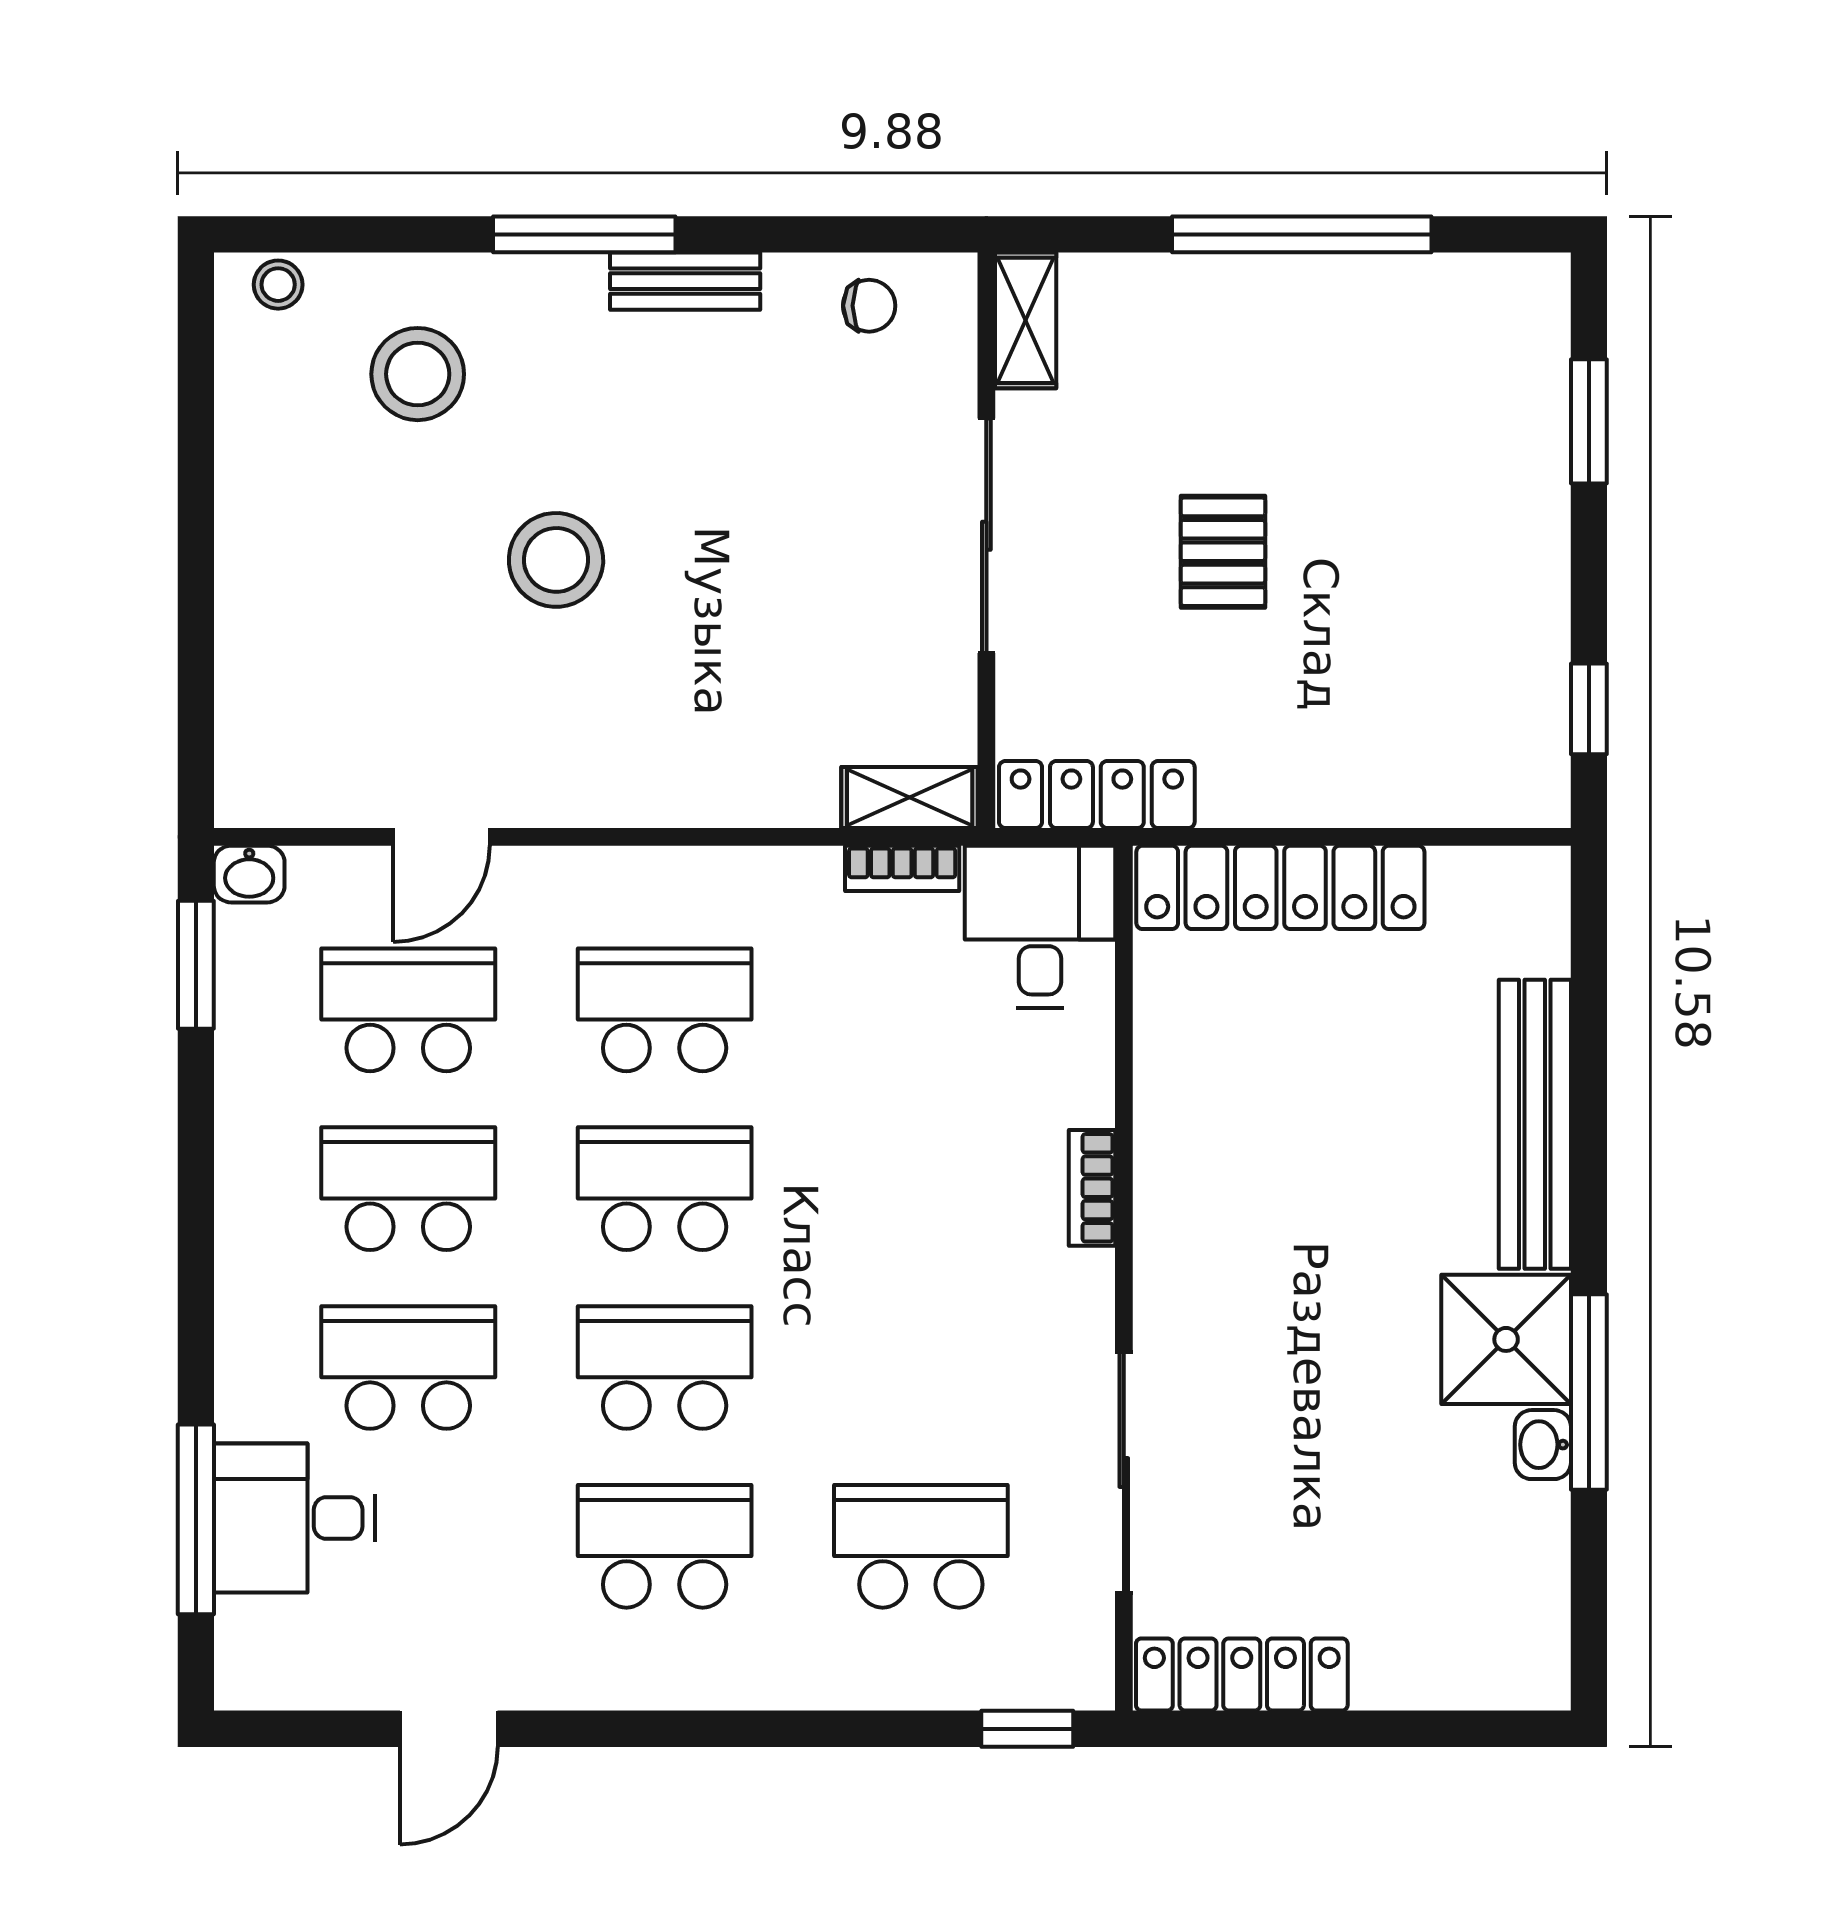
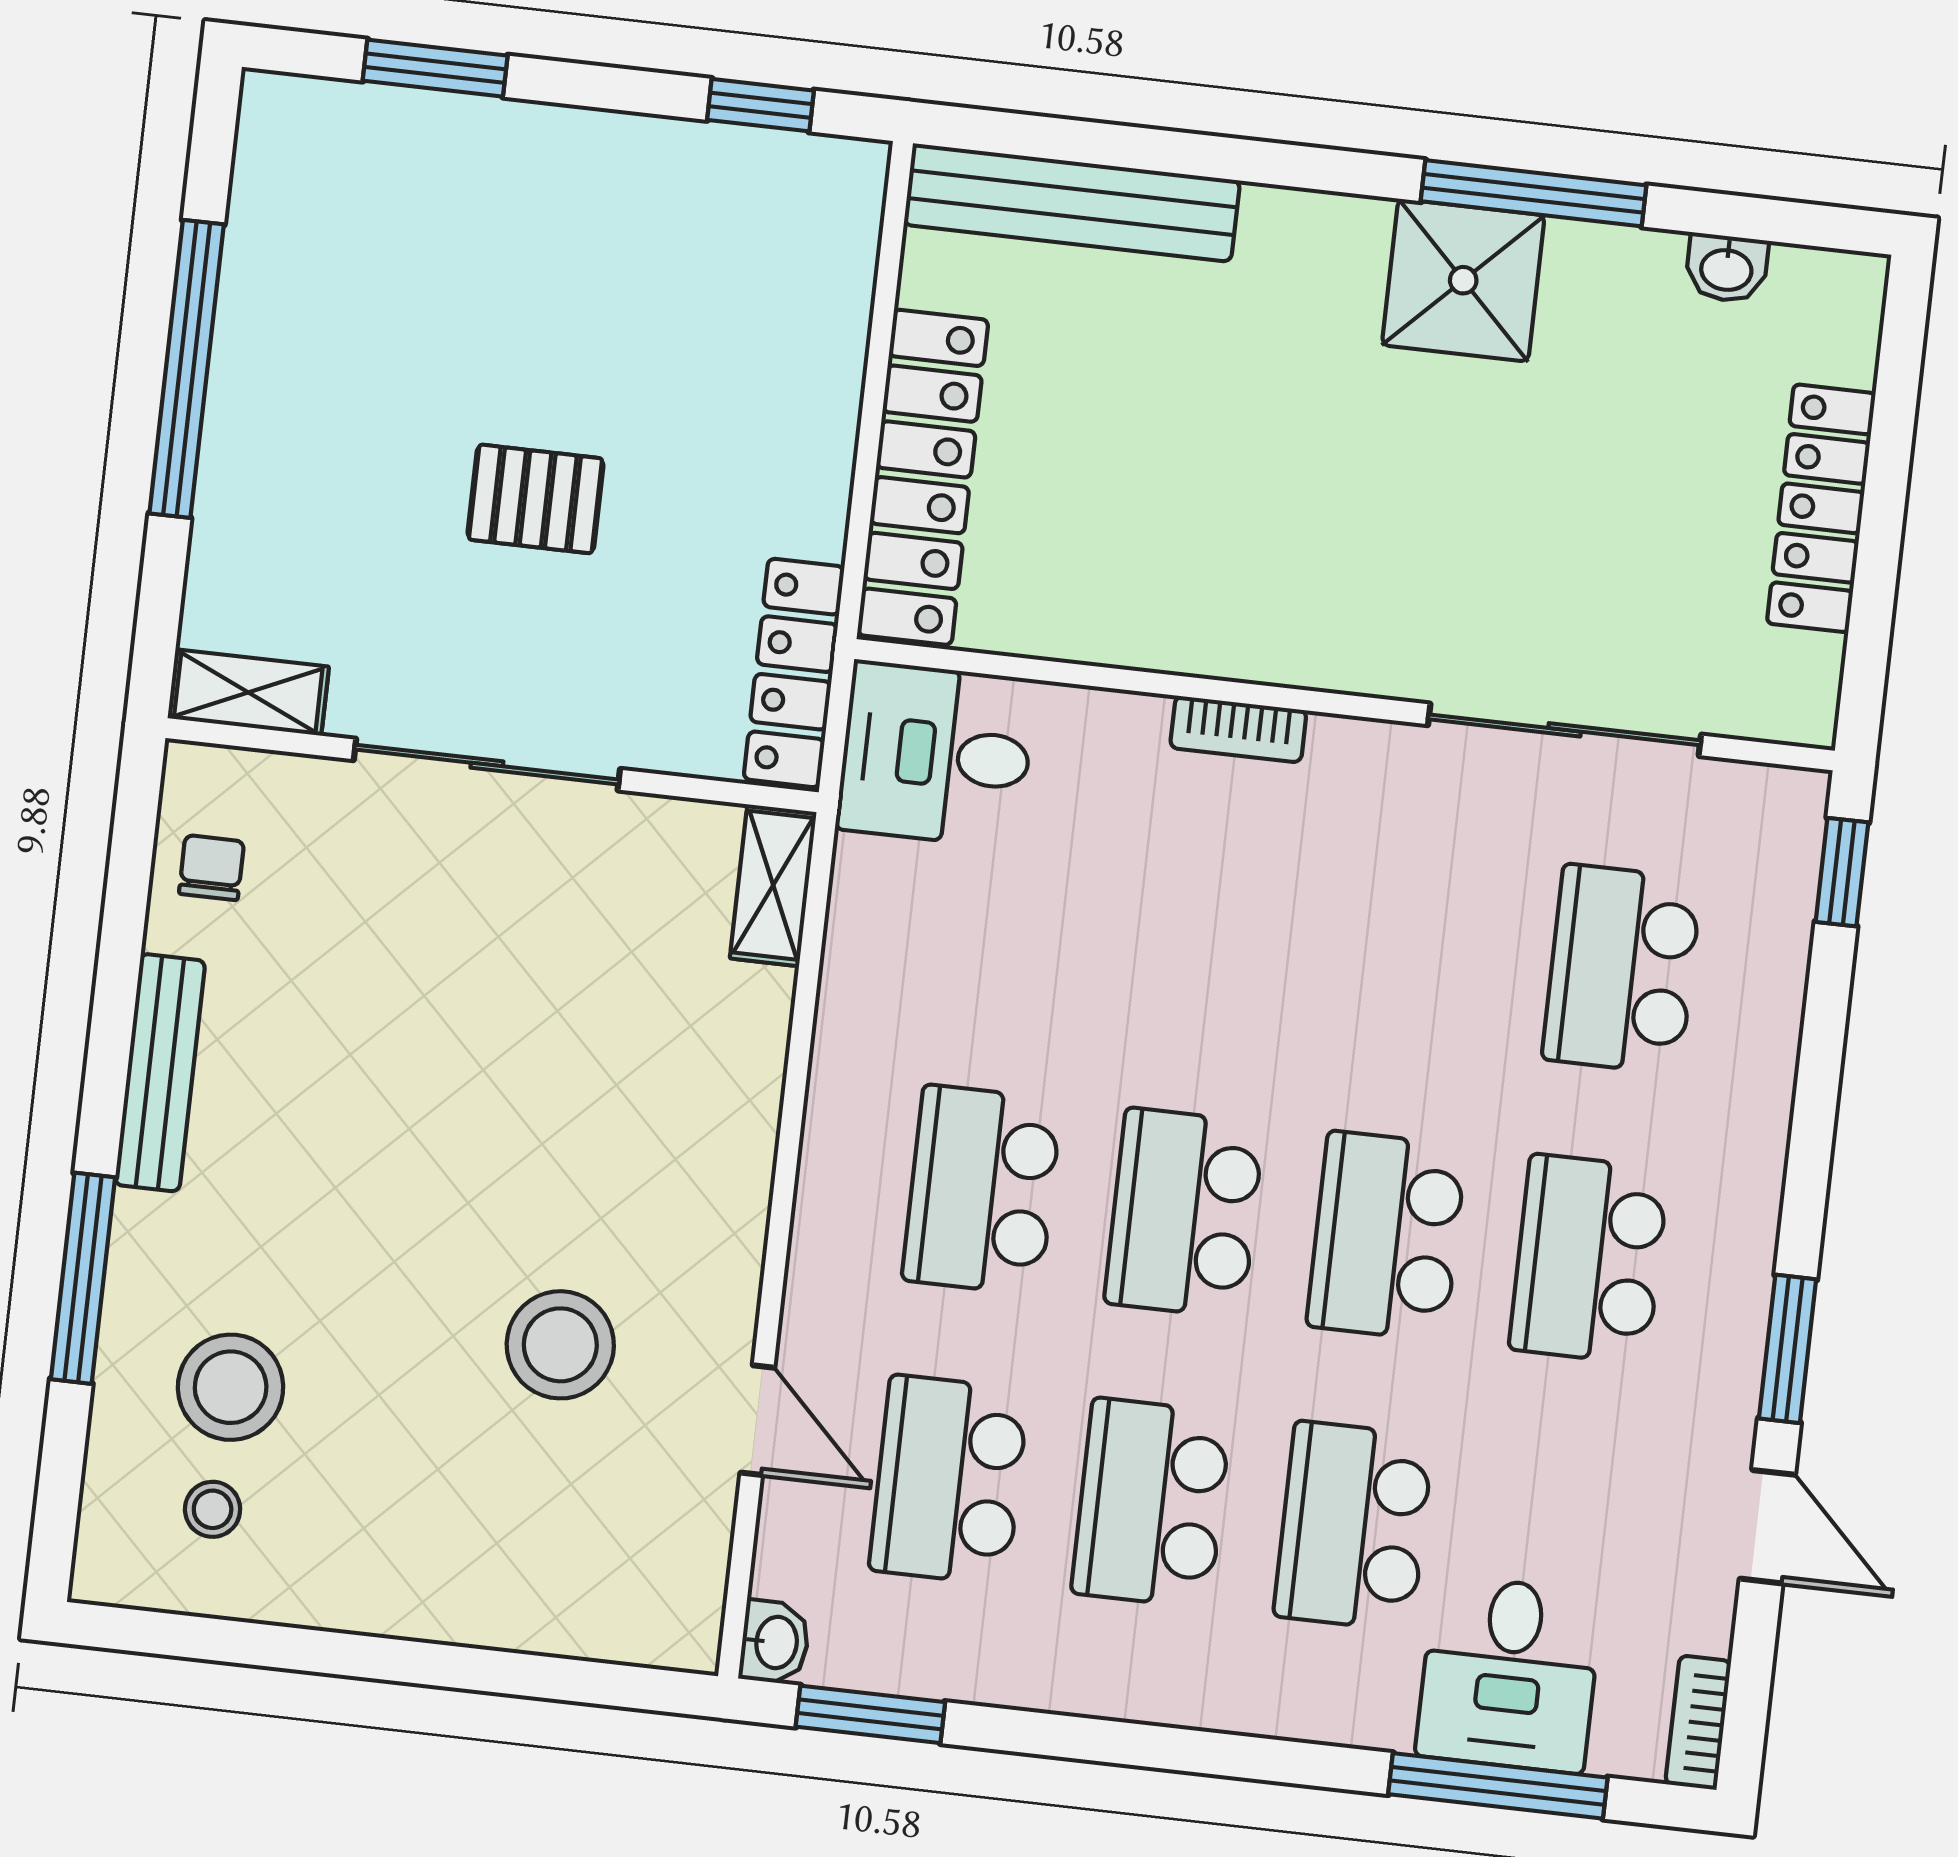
window: (584, 234) -> (83, 1278), moved
bench: (685, 281) -> (160, 1073), width x1.36
stool: (278, 285) -> (213, 1509), moved
stool: (556, 560) -> (560, 1345), moved
bookcase: (902, 868) -> (1698, 1723), moved, turned 180
bench: (1535, 1124) -> (1072, 203), moved
washbasin: (1543, 1445) -> (1727, 268), moved
locker: (1242, 1674) -> (1821, 508), moved
window: (606, 1729) -> (1788, 1349), added

